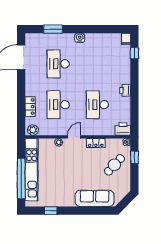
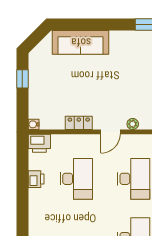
printer: (125, 90) -> (36, 179), moved
window: (134, 157) -> (22, 79), moved
cafe table: (114, 165) -> (52, 91), removed

